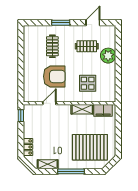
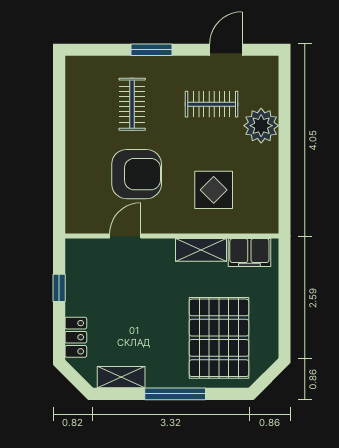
window: (21, 116) -> (59, 288), moved
pallet: (90, 147) -> (219, 338), turned 90

